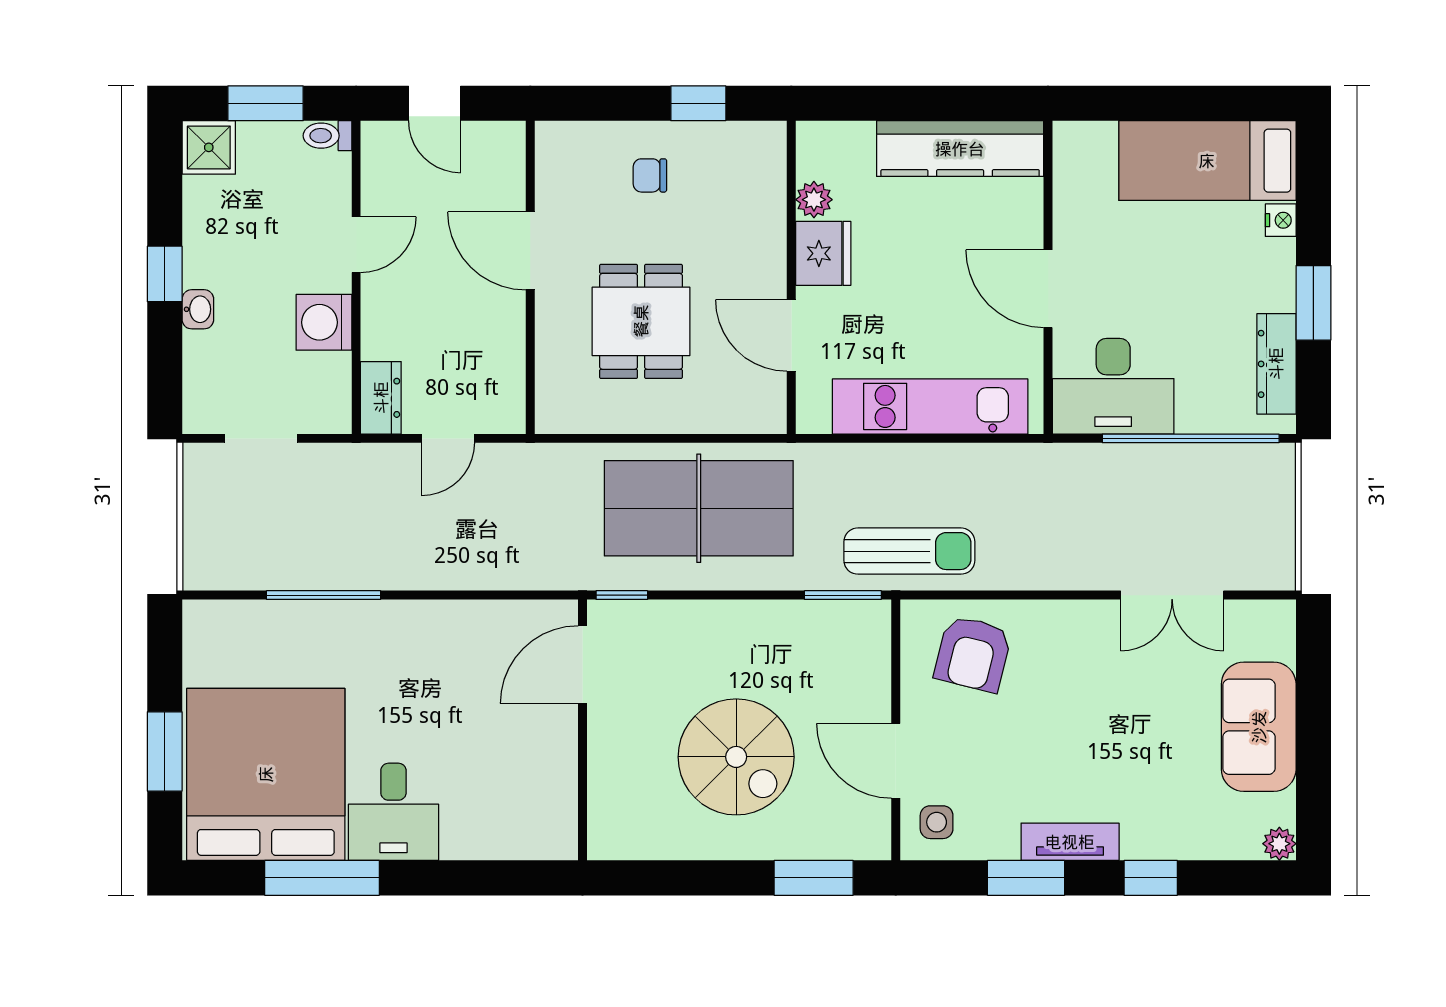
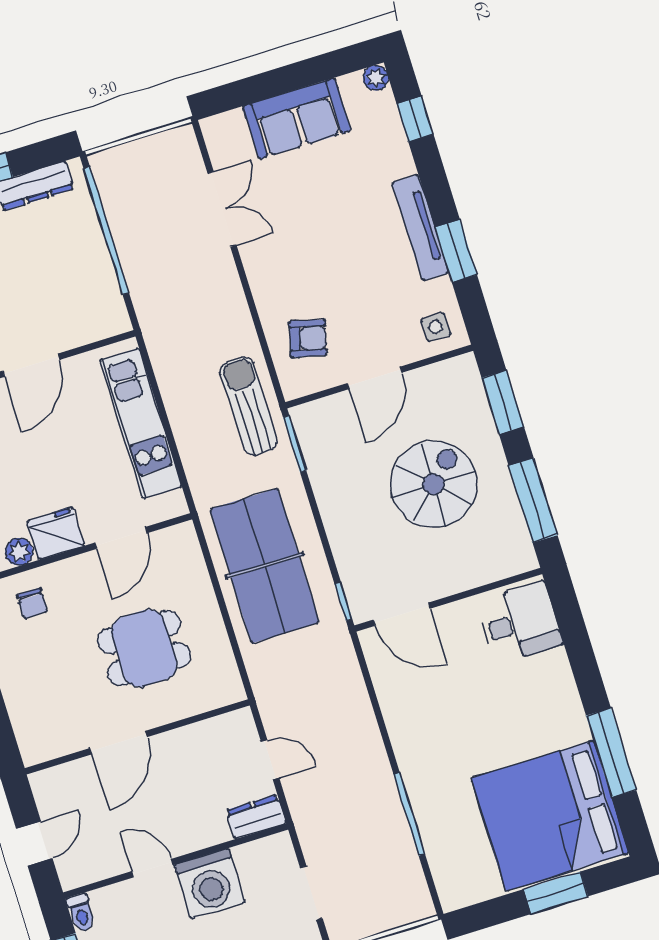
chair: (650, 175) -> (32, 603), moved
washing machine: (324, 322) -> (210, 884), width x1.37, depth x1.37
desk: (1113, 386) -> (86, 297), removed
armchair: (973, 654) -> (308, 338), width x0.72, depth x0.72
door: (896, 761) -> (375, 378), moved
desk: (393, 812) -> (519, 623), moved
tv unit: (1070, 842) -> (420, 228), width x1.41
window: (676, 878) -> (533, 500), added
window: (1151, 878) -> (415, 119), moved

